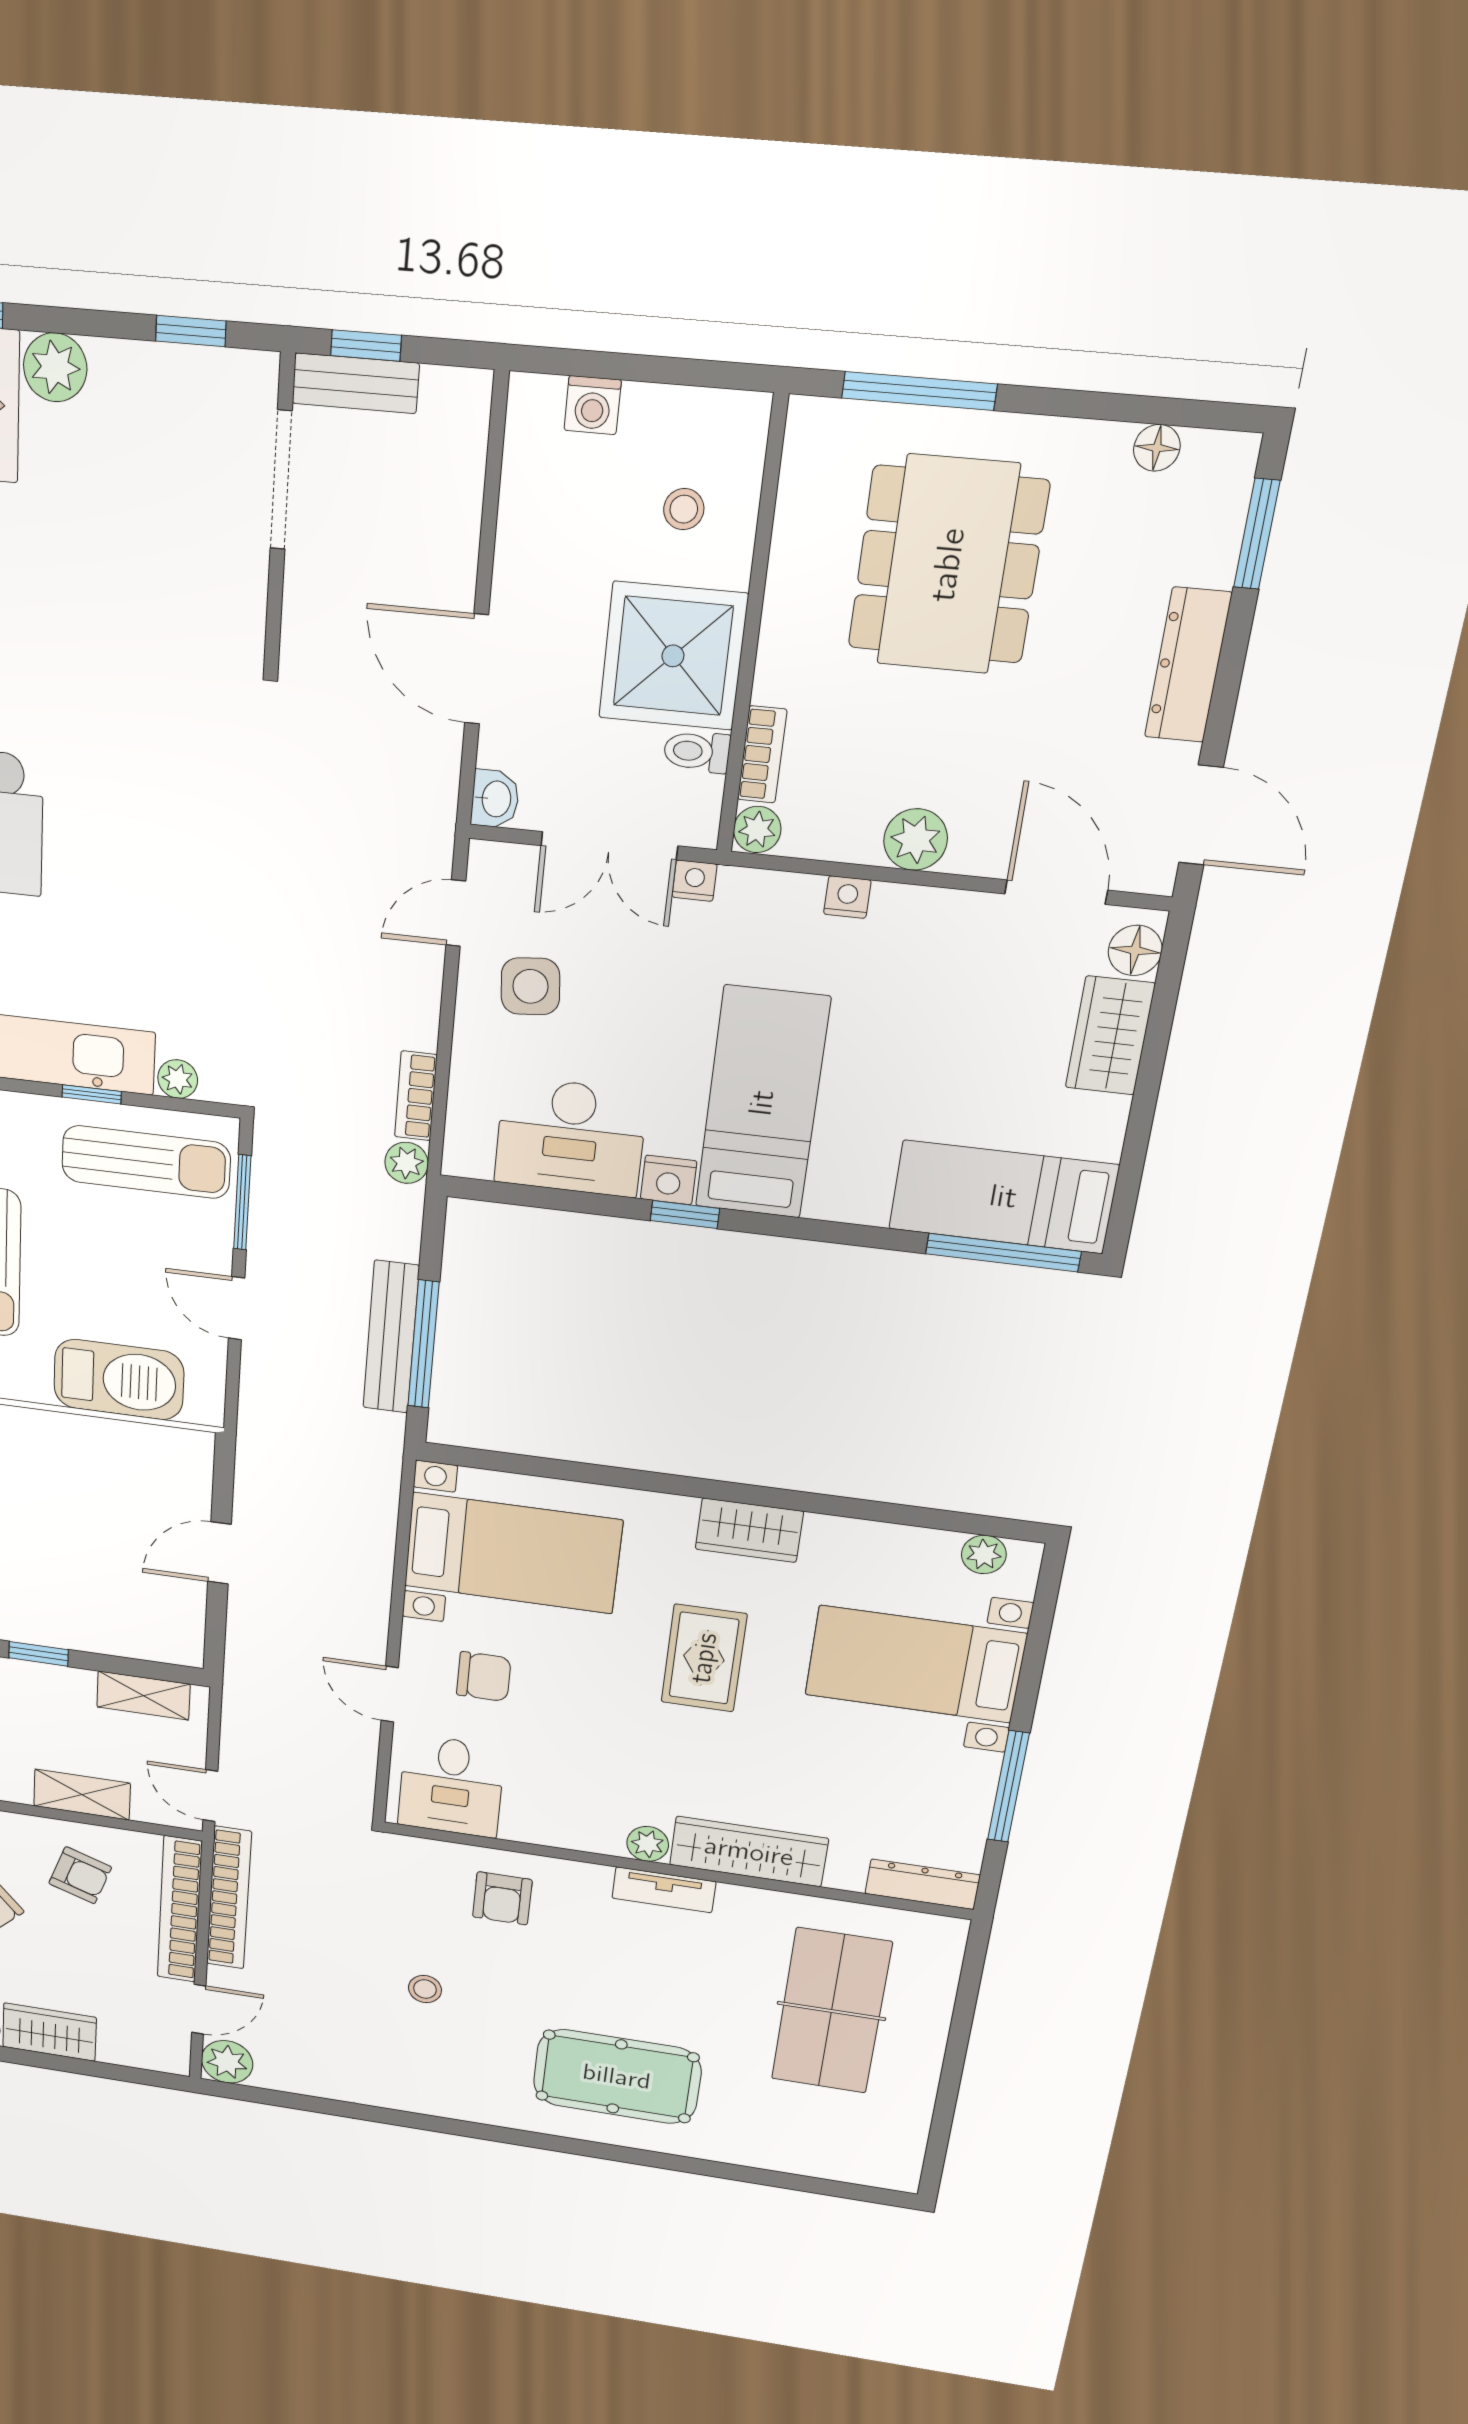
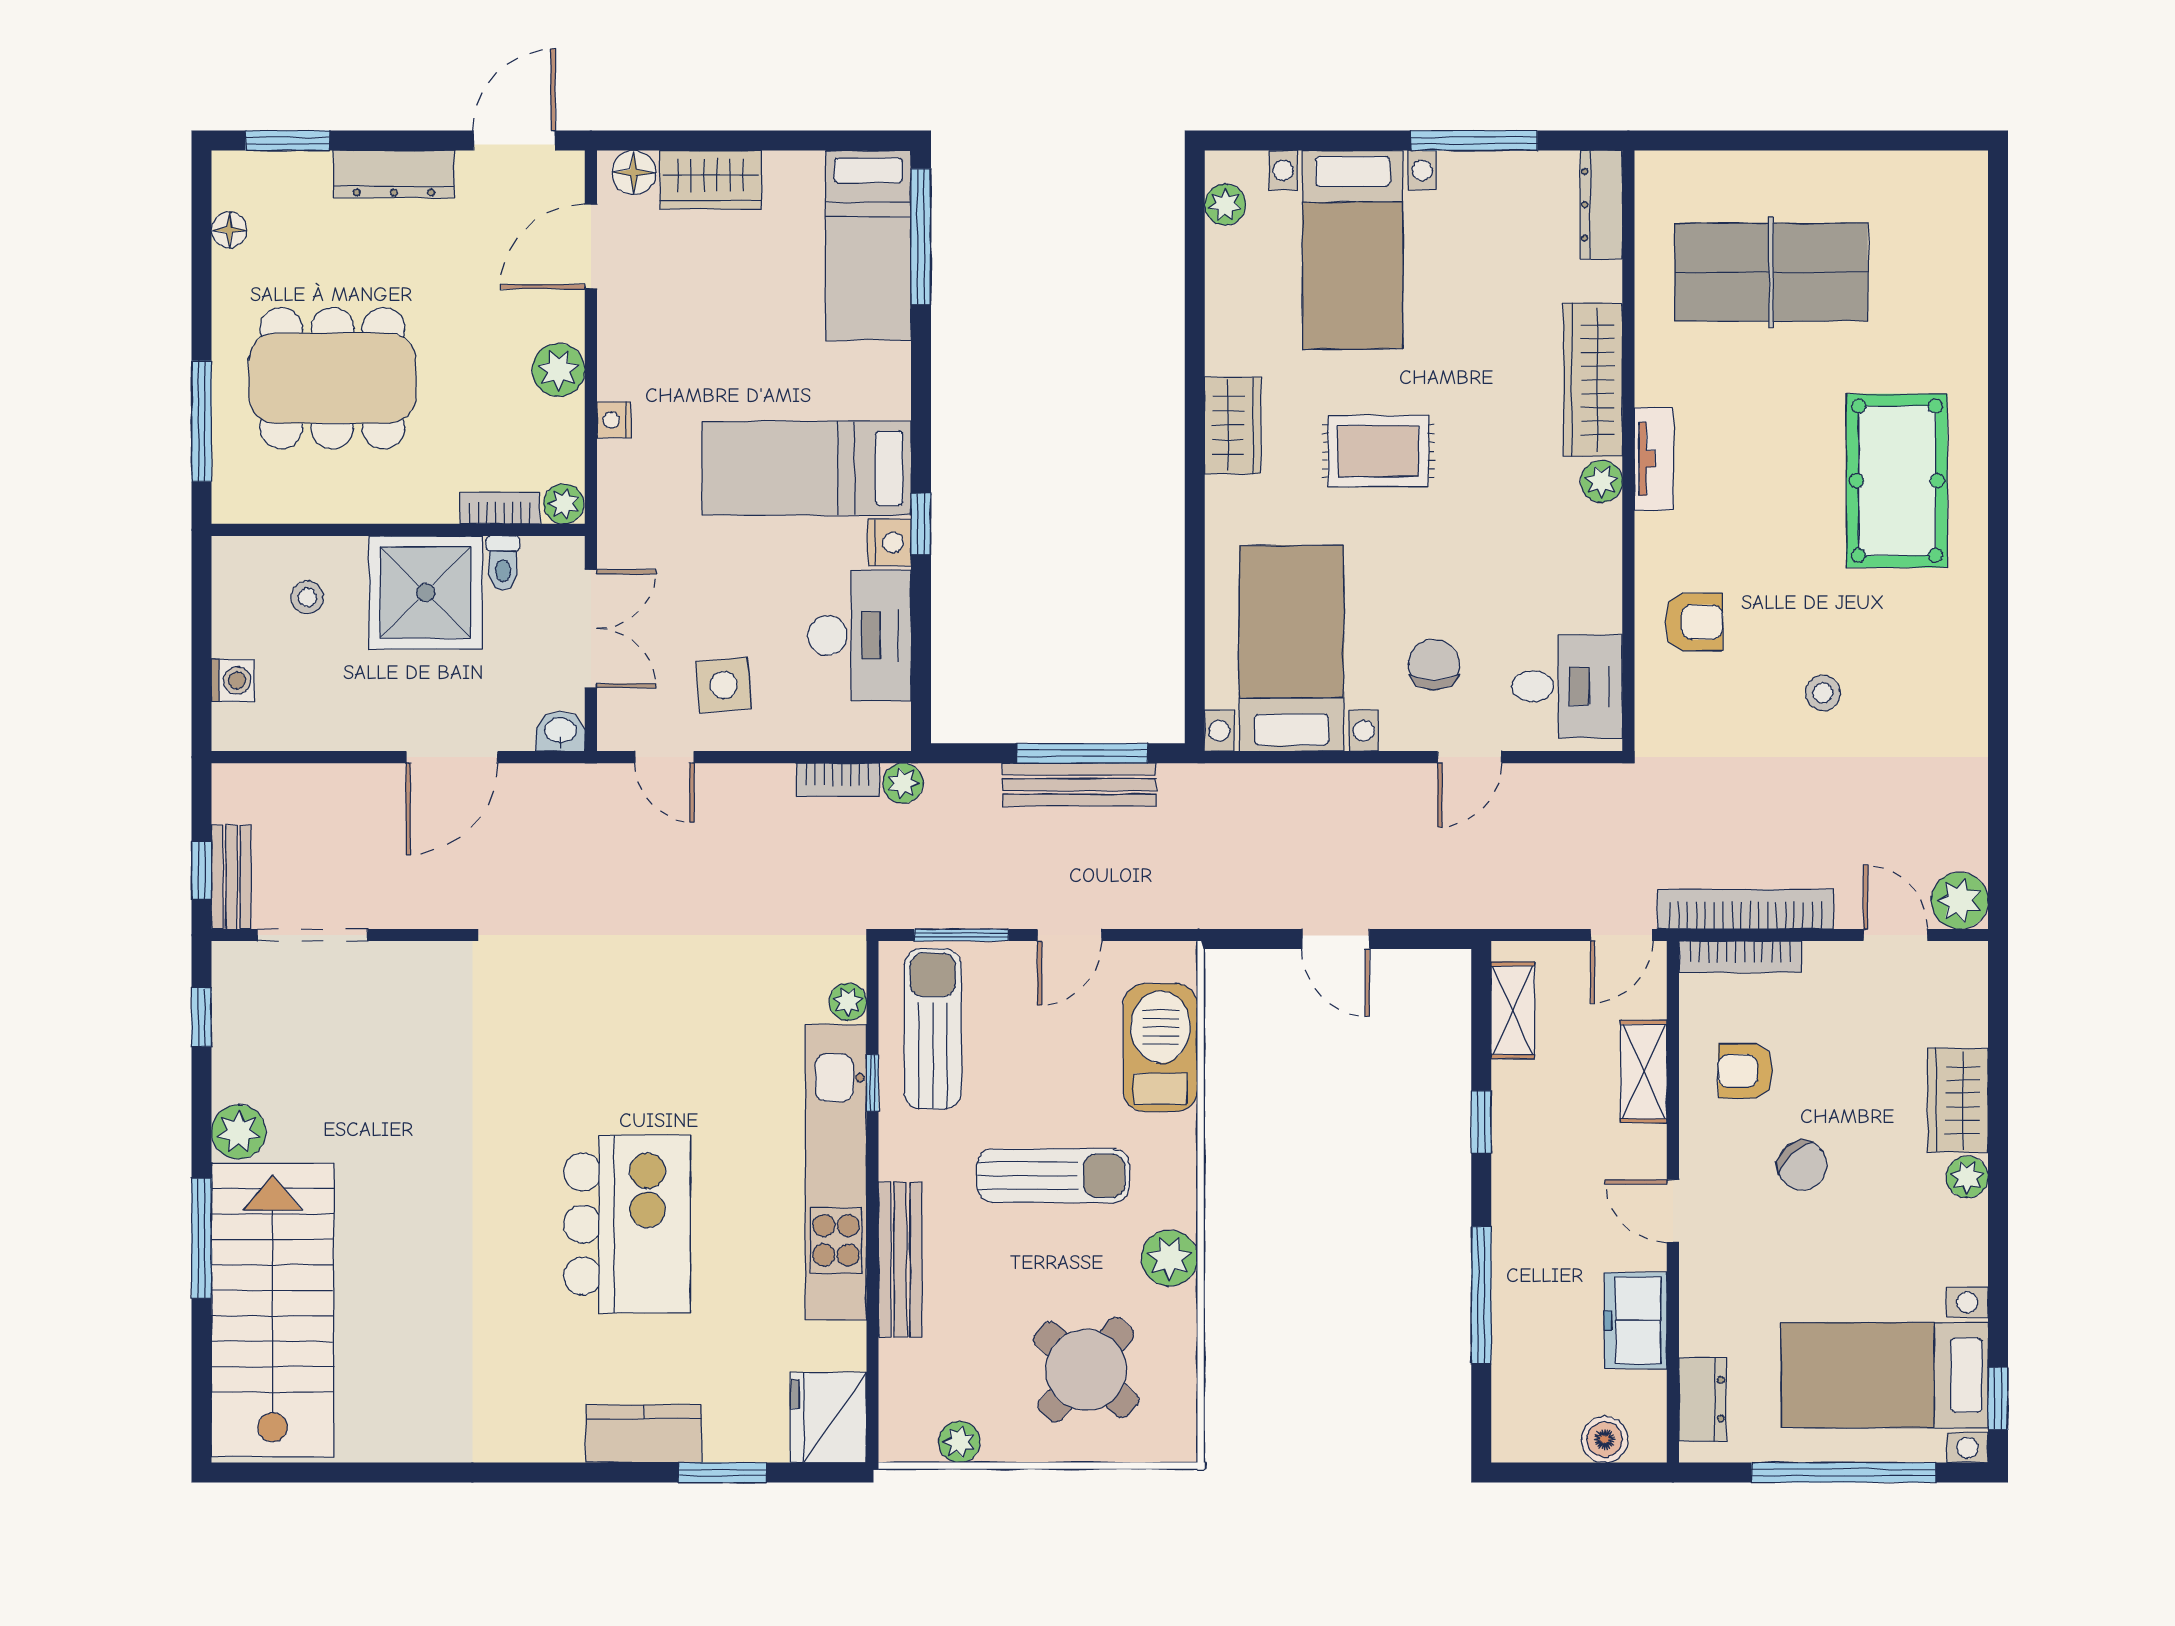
nightstand: (695, 881) -> (613, 552), removed
armchair: (80, 1875) -> (1746, 1071), turned -109
bookcase: (180, 1909) -> (1740, 957), width x0.68, depth x0.76

